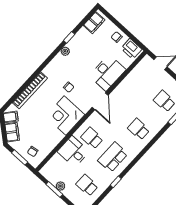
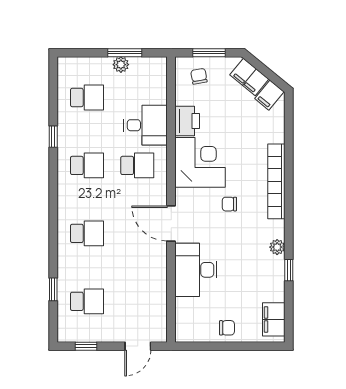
printer: (131, 49) -> (187, 121), moved, turned 90
bookcase: (30, 90) -> (276, 181), moved
school desk: (113, 157) -> (87, 165), width x0.54

